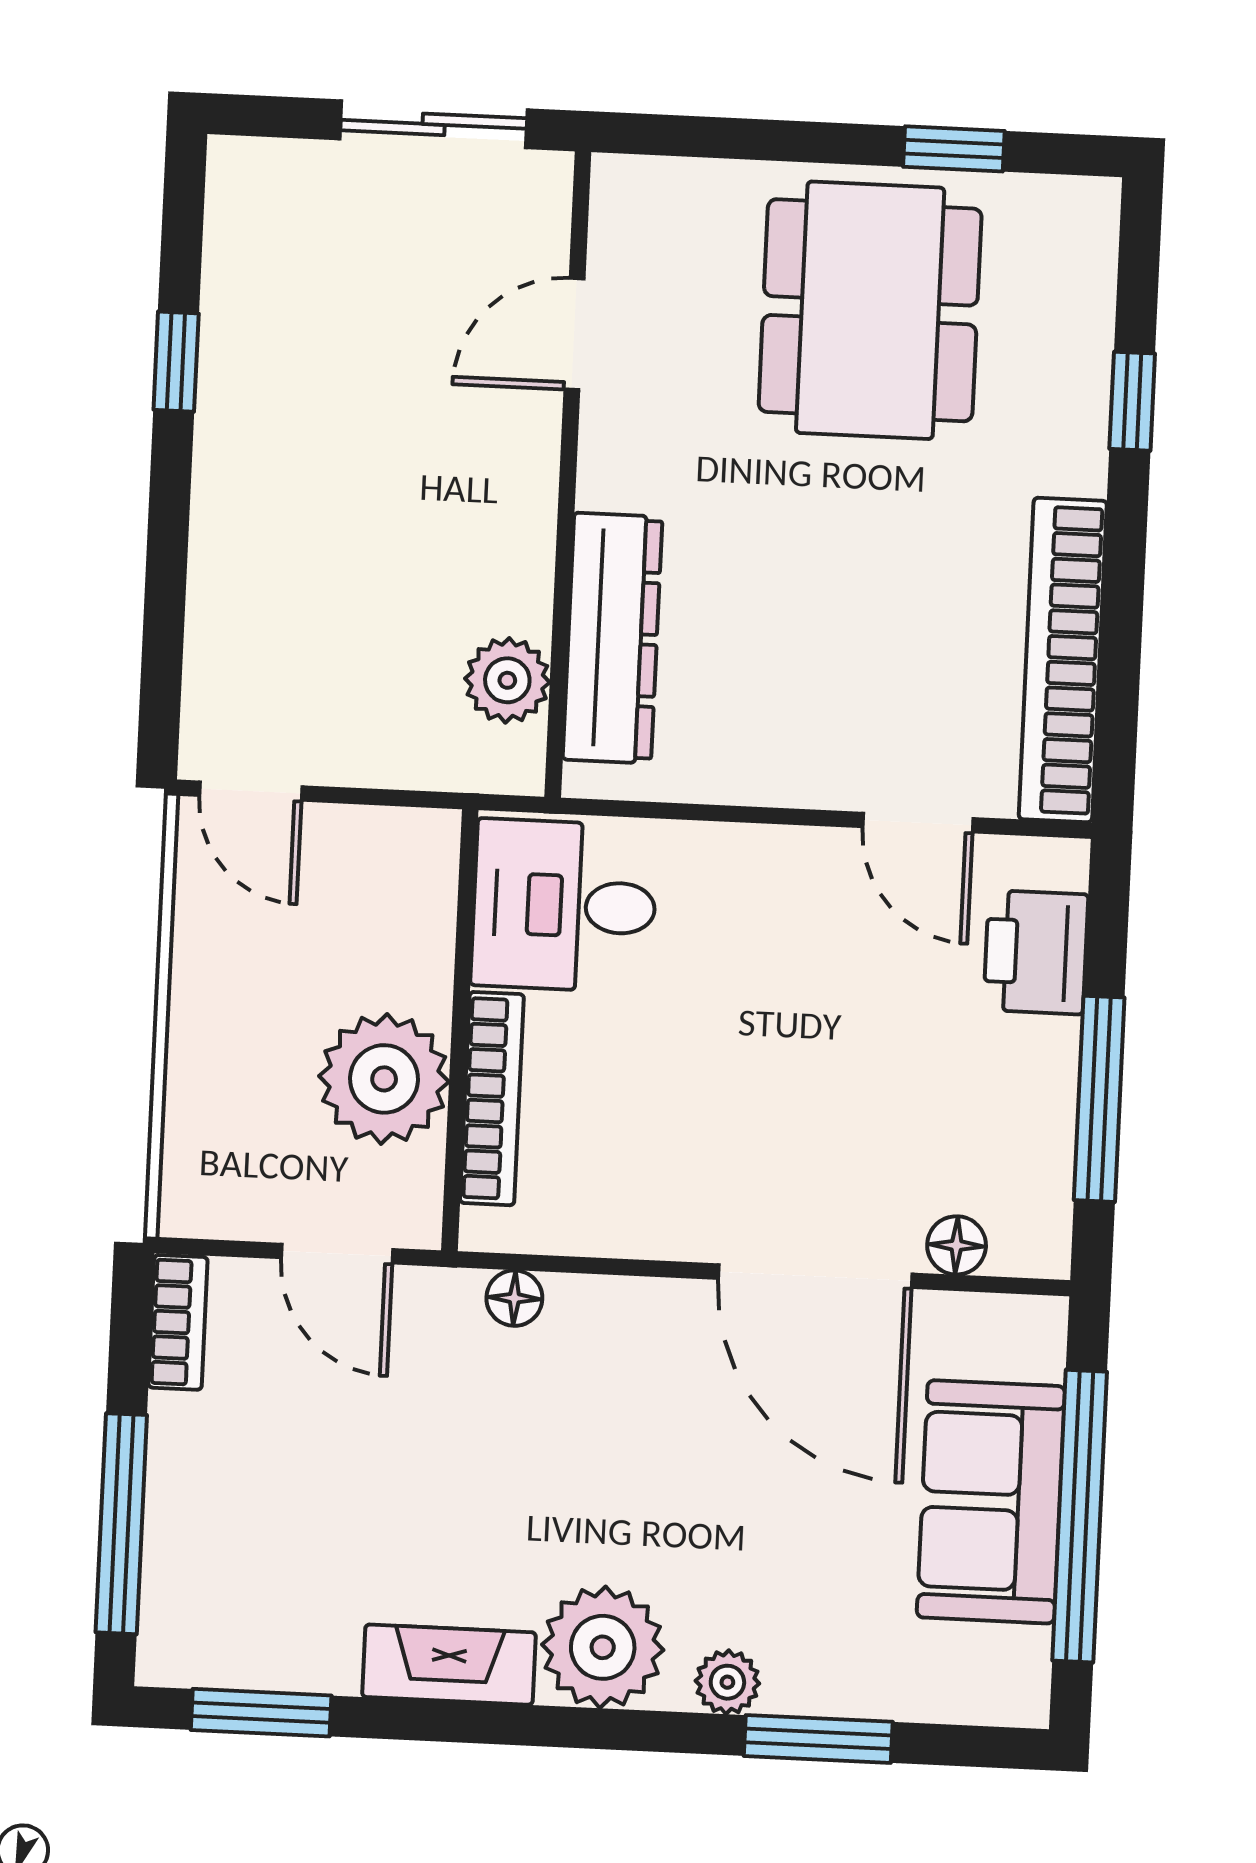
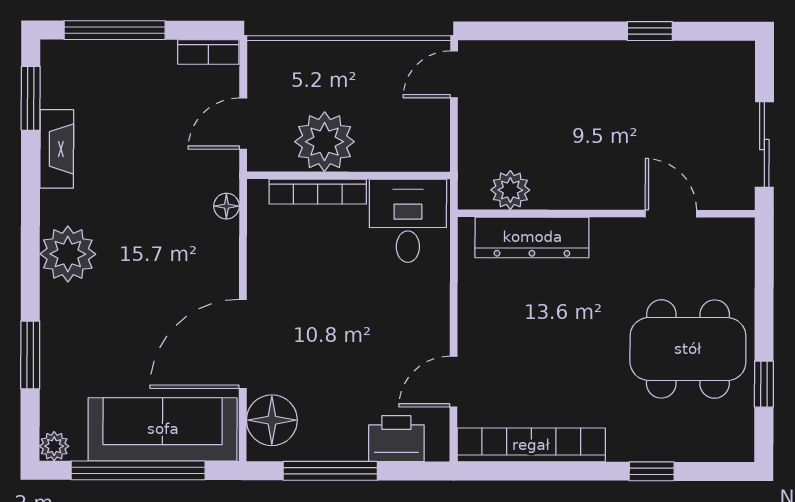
floor lamp: (957, 1245) -> (272, 420), width x1.89, depth x1.89
sofa: (991, 1502) -> (163, 429), width x1.36
fireplace: (449, 1665) -> (57, 149), moved
plant: (727, 1682) -> (54, 446), moved

